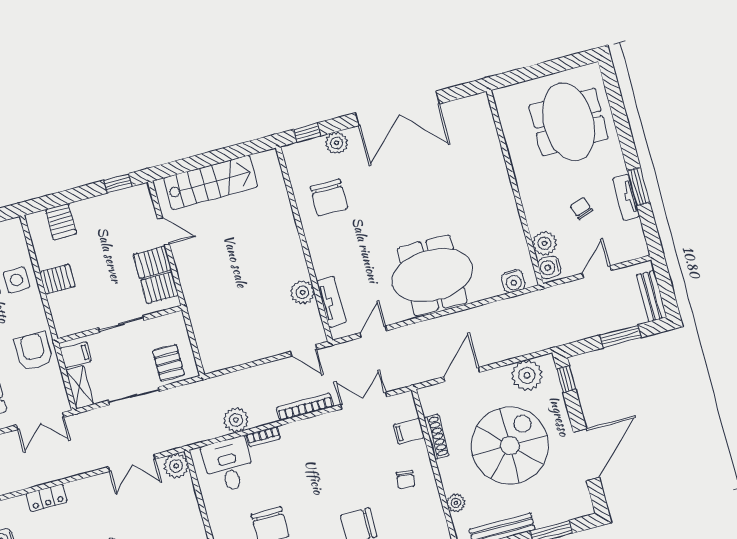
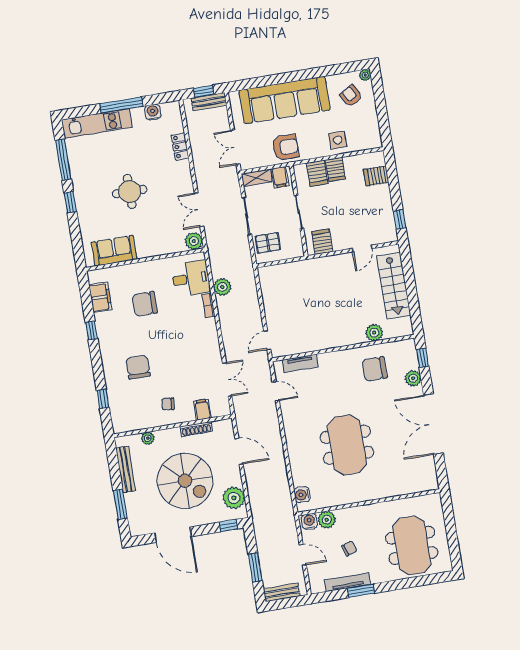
meeting table: (569, 122) -> (412, 545), turned 90
tv unit: (626, 197) -> (348, 582), width x1.41
server rack: (152, 262) -> (317, 173), moved, turned 180
meeting table: (432, 275) -> (347, 445), moved
plant: (303, 292) -> (374, 333), moved
bookcase: (305, 407) -> (227, 337), removed

